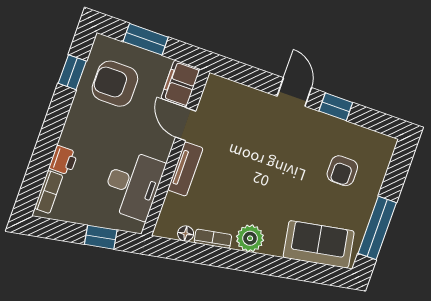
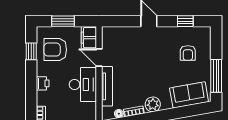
window: (336, 107) -> (185, 21), moved
printer: (63, 160) -> (43, 83), moved
tv unit: (185, 169) -> (107, 86), width x1.41
desk: (133, 185) -> (83, 85), moved

